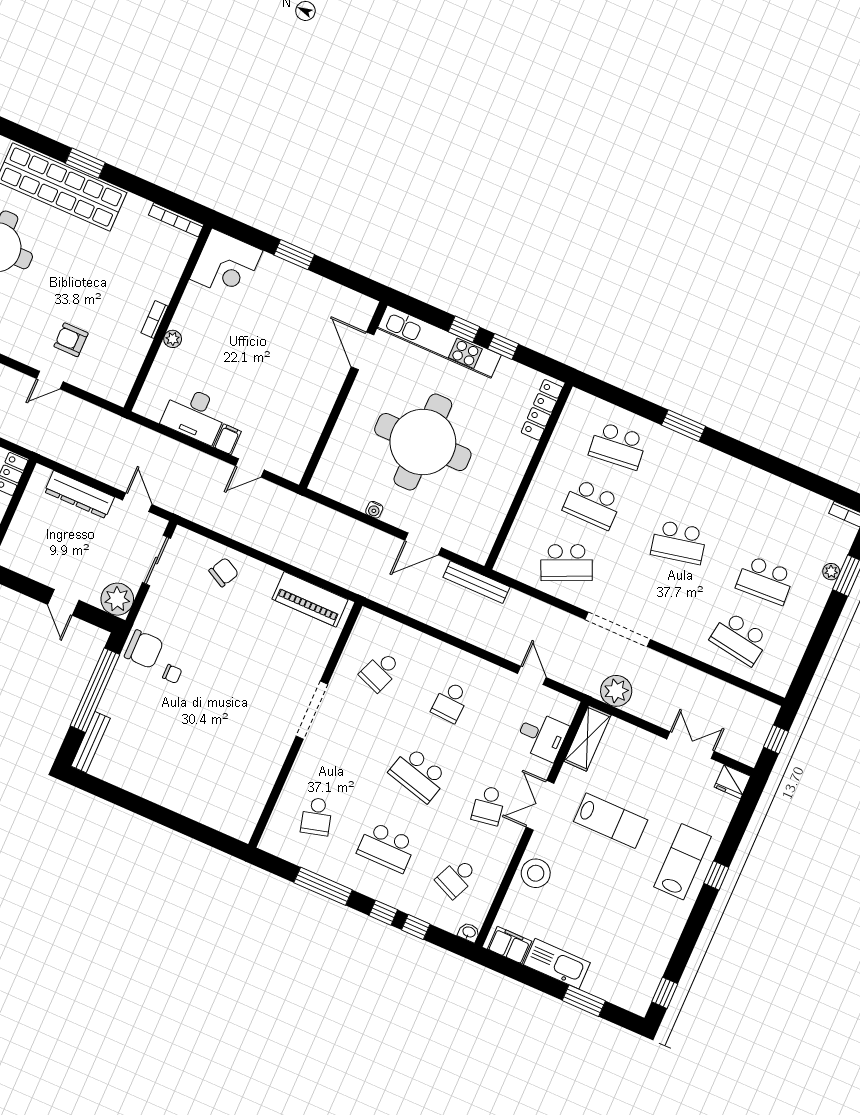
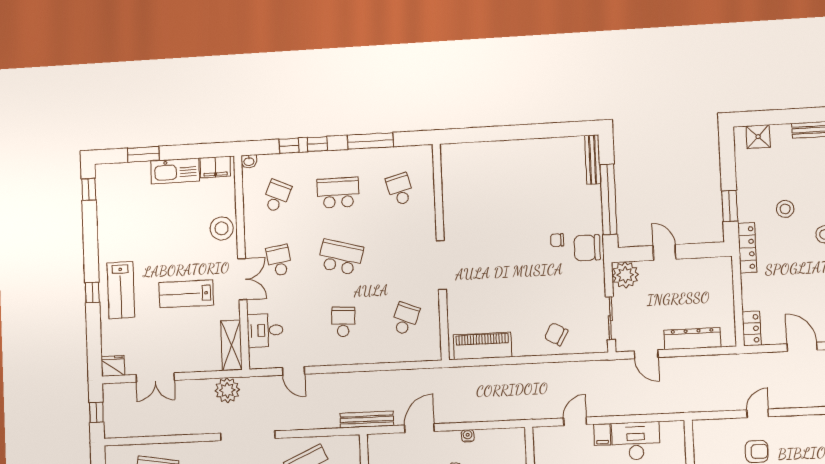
chair: (224, 572) -> (556, 334), turned 91

